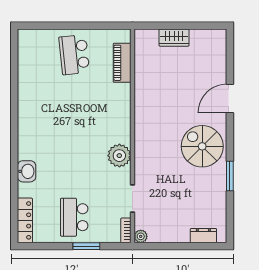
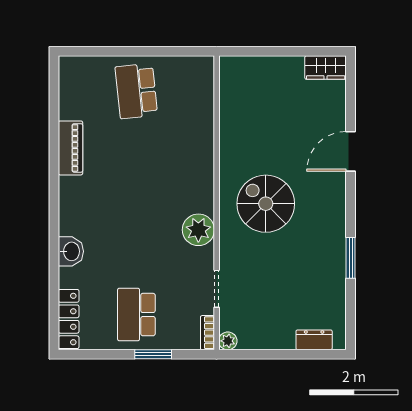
wardrobe: (174, 38) -> (326, 68), moved
piano: (122, 63) -> (70, 148), moved, turned 180
spiral stairs: (202, 146) -> (266, 204), moved

